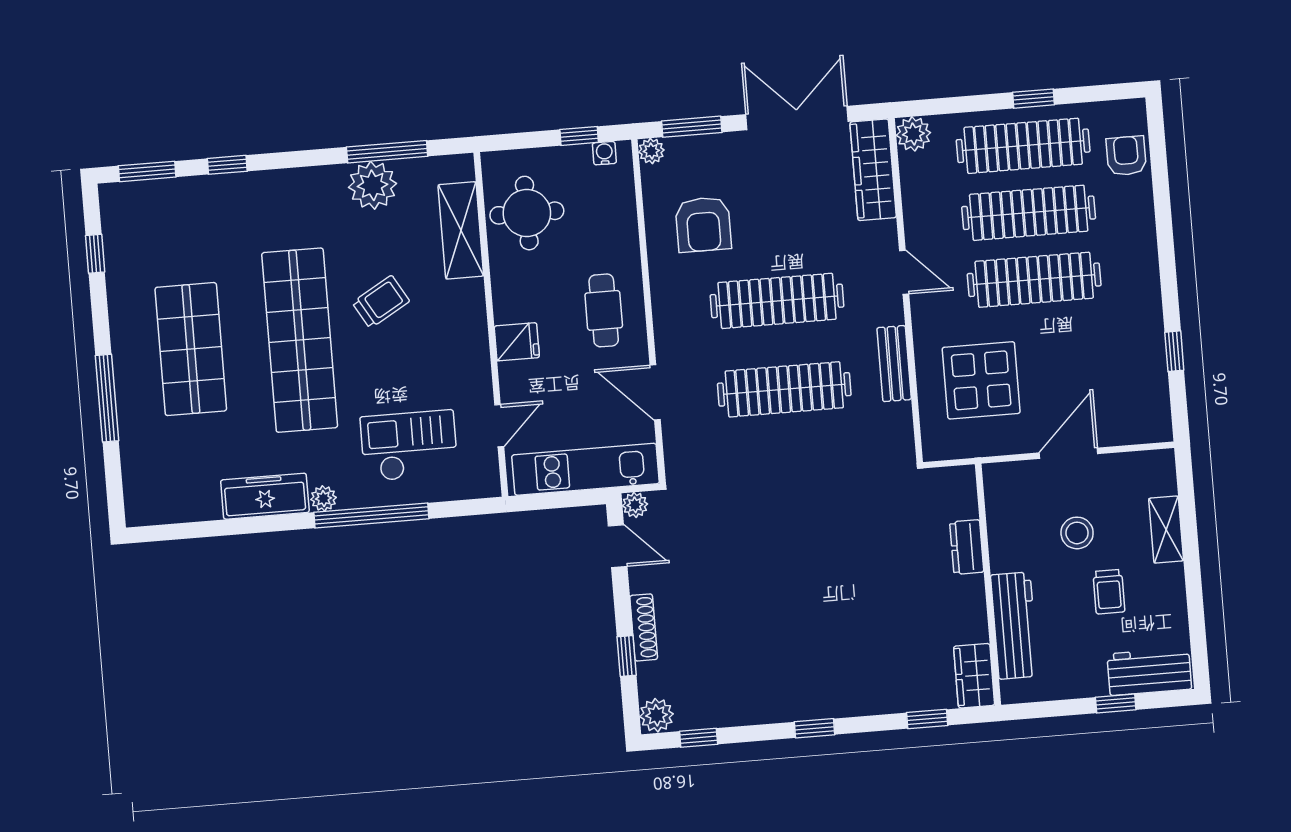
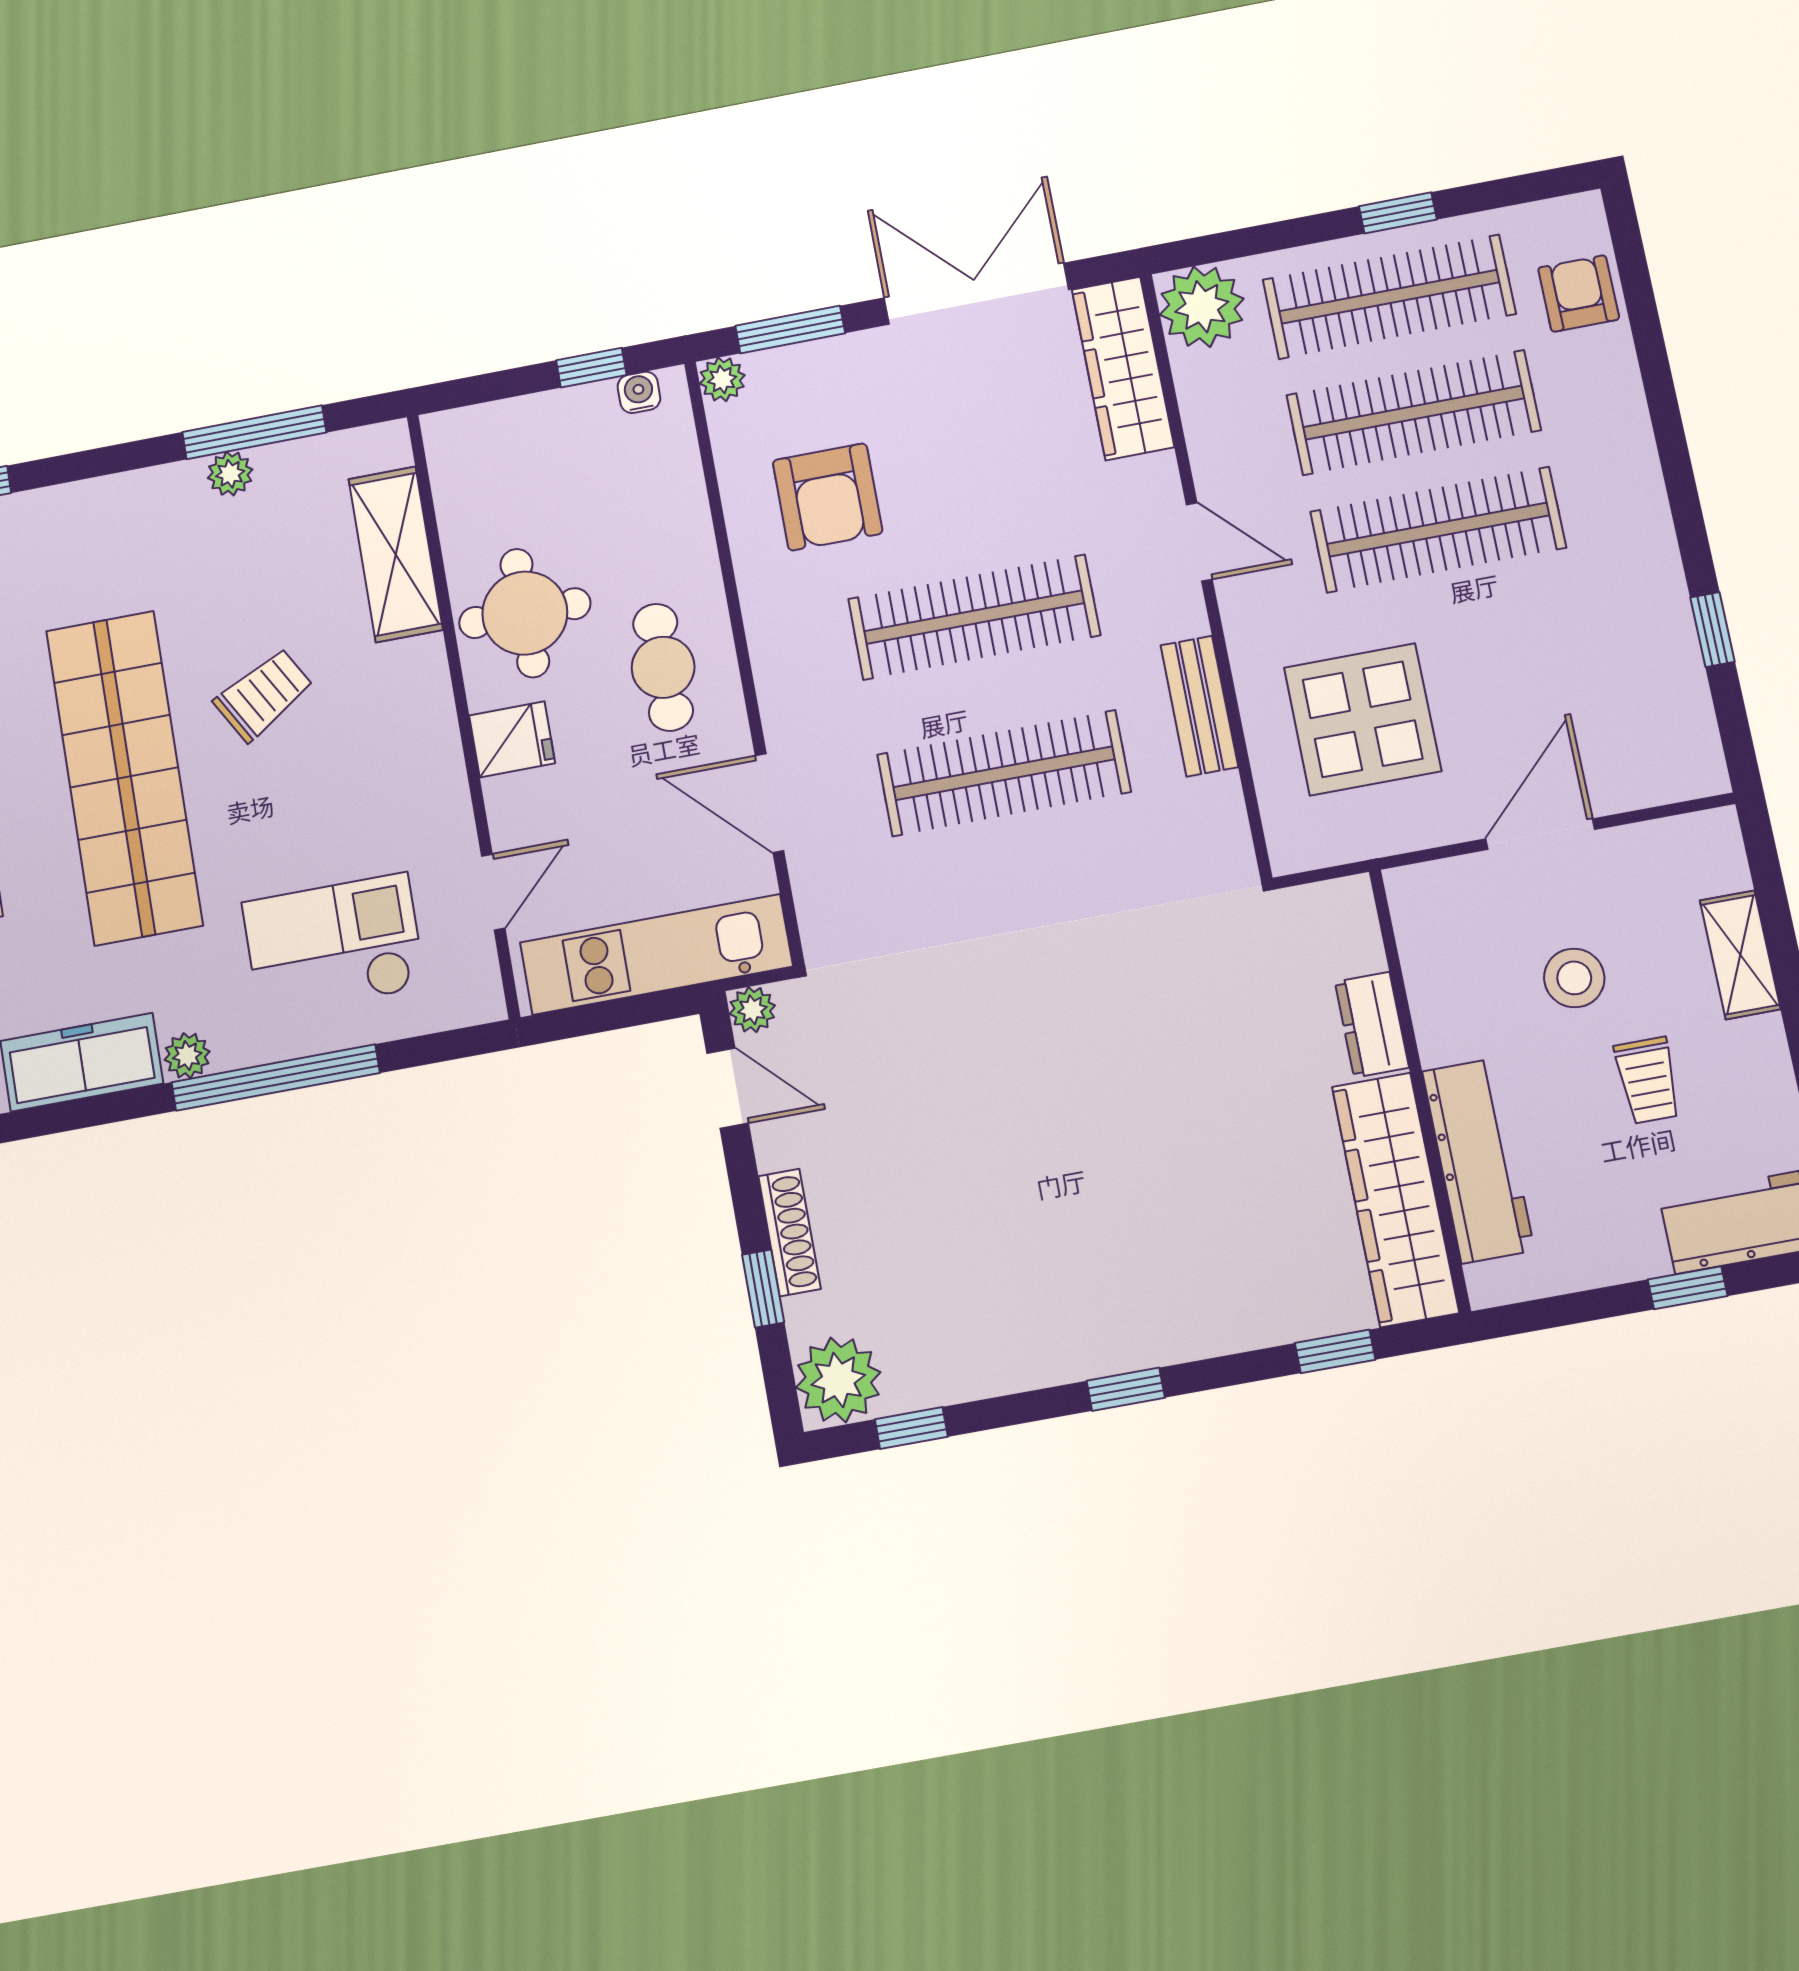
plant: (913, 134) -> (1202, 307), width x1.36, depth x1.36
plant: (373, 185) -> (230, 474), width x0.53, depth x0.53
round table: (527, 213) -> (525, 613), moved
wardrobe: (974, 676) -> (1395, 1200), width x2.10, depth x1.17
plant: (657, 715) -> (838, 1380), width x1.36, depth x1.36

